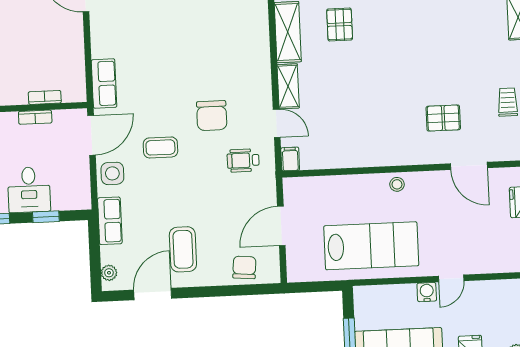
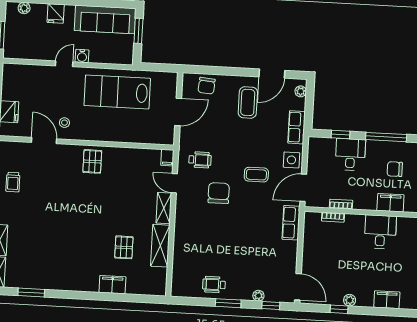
pallet: (443, 118) -> (92, 161), moved, turned 90
stool: (397, 184) -> (64, 123), moved

